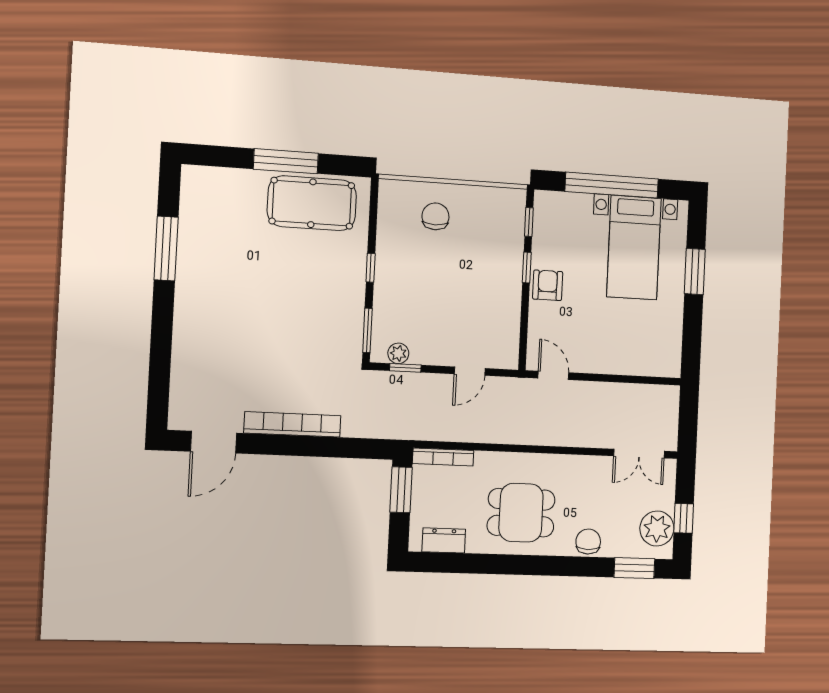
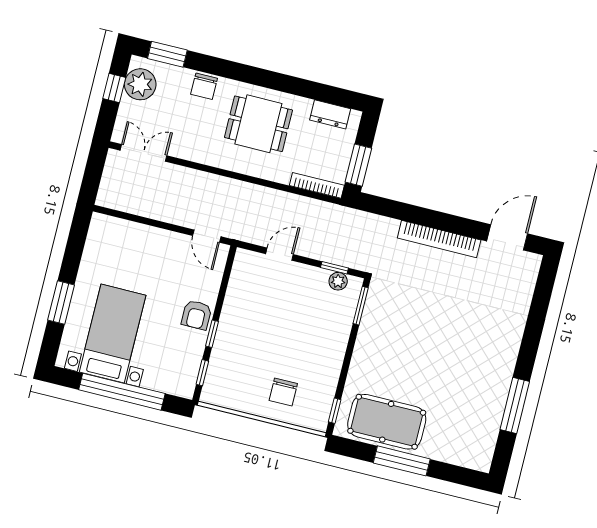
window: (371, 268) -> (335, 411), moved

